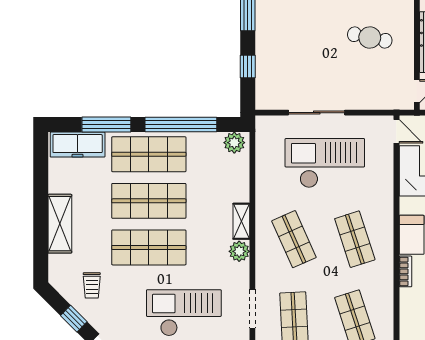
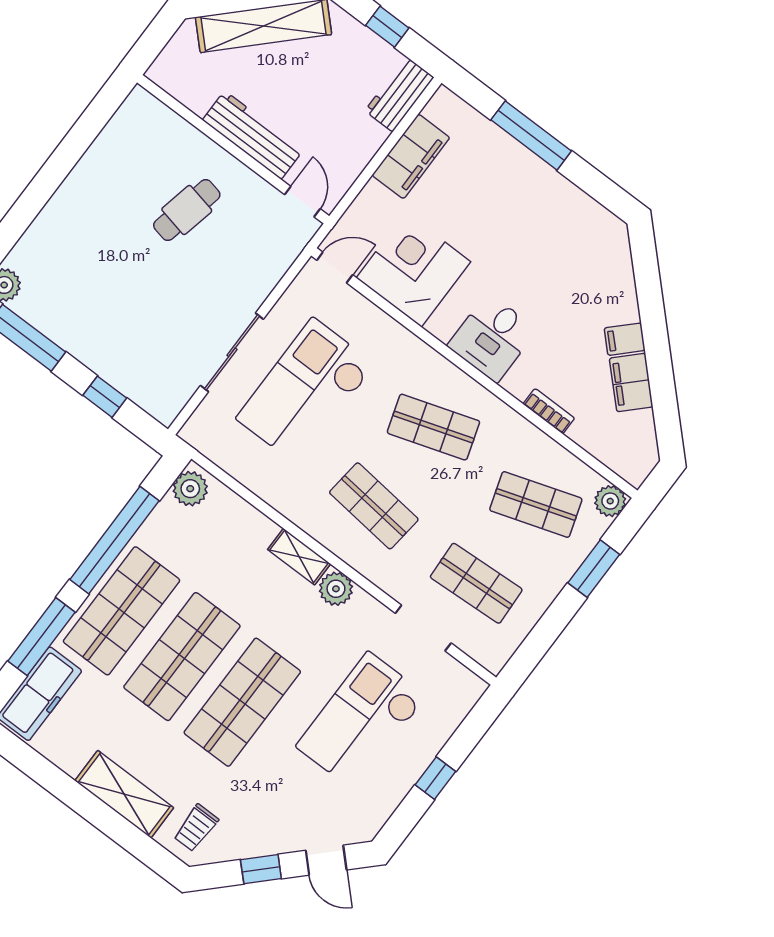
shop shelf: (294, 239) -> (374, 506), turned 30
bookcase: (405, 271) -> (549, 411), moved
trolley: (92, 285) -> (196, 828), moved, turned 90

